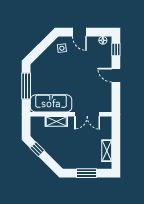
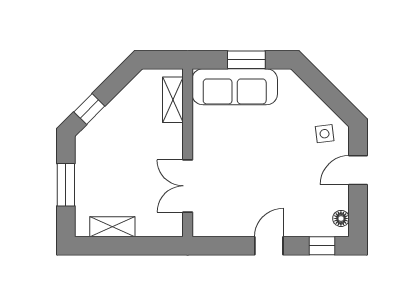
window: (26, 86) -> (246, 60), width x0.69
sofa: (51, 103) -> (235, 87), moved, turned 90
shelving: (56, 121) -> (173, 100), moved
window: (37, 149) -> (89, 109), moved

